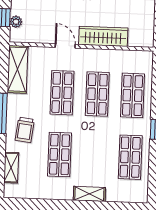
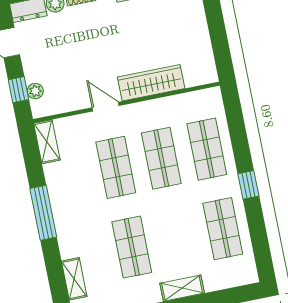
shelving: (18, 69) -> (47, 142), width x0.67, depth x0.75
trolley: (25, 130) -> (80, 226), removed

